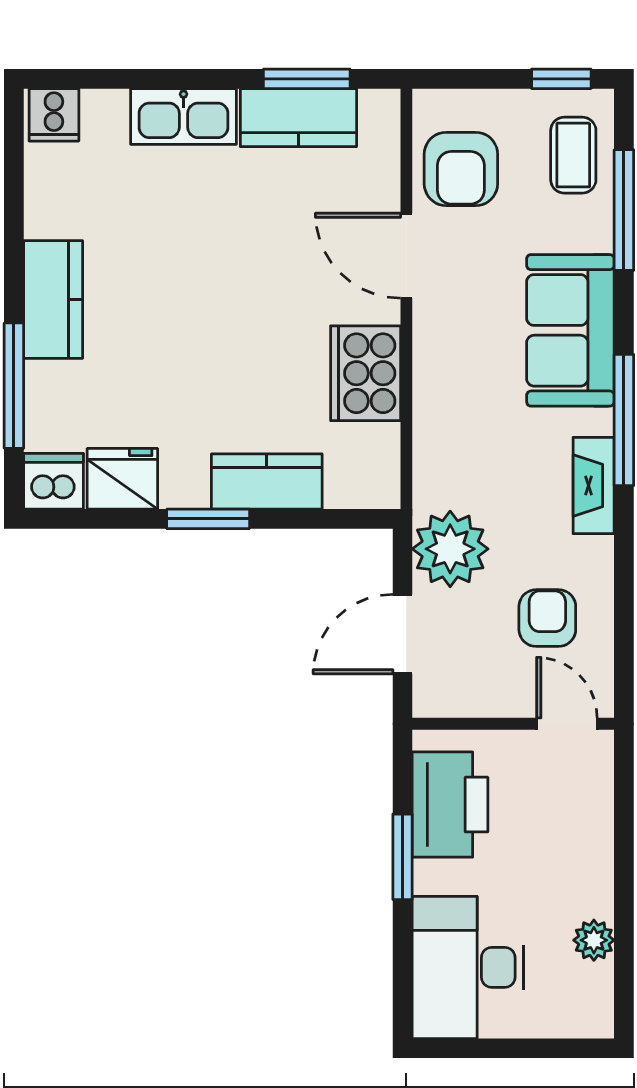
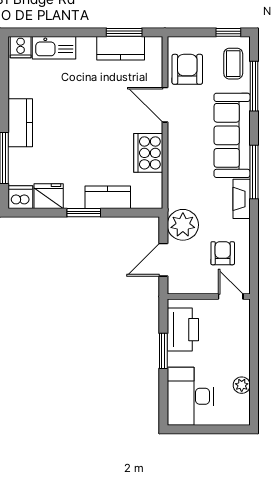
kitchen sink: (183, 116) -> (54, 48), moved
armchair: (461, 169) -> (187, 69), turned 180
sofa: (570, 330) -> (232, 135), width x1.36

